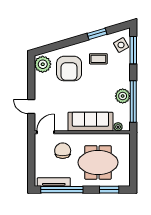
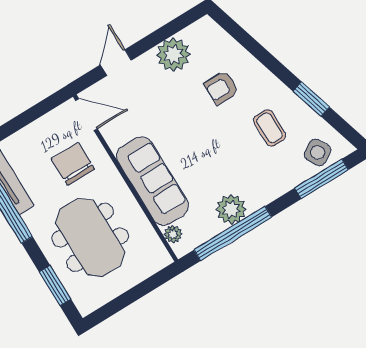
plant: (43, 64) -> (173, 55), moved
armchair: (69, 69) -> (222, 88), width x0.53, depth x0.53
chair: (63, 151) -> (73, 164), turned -90

